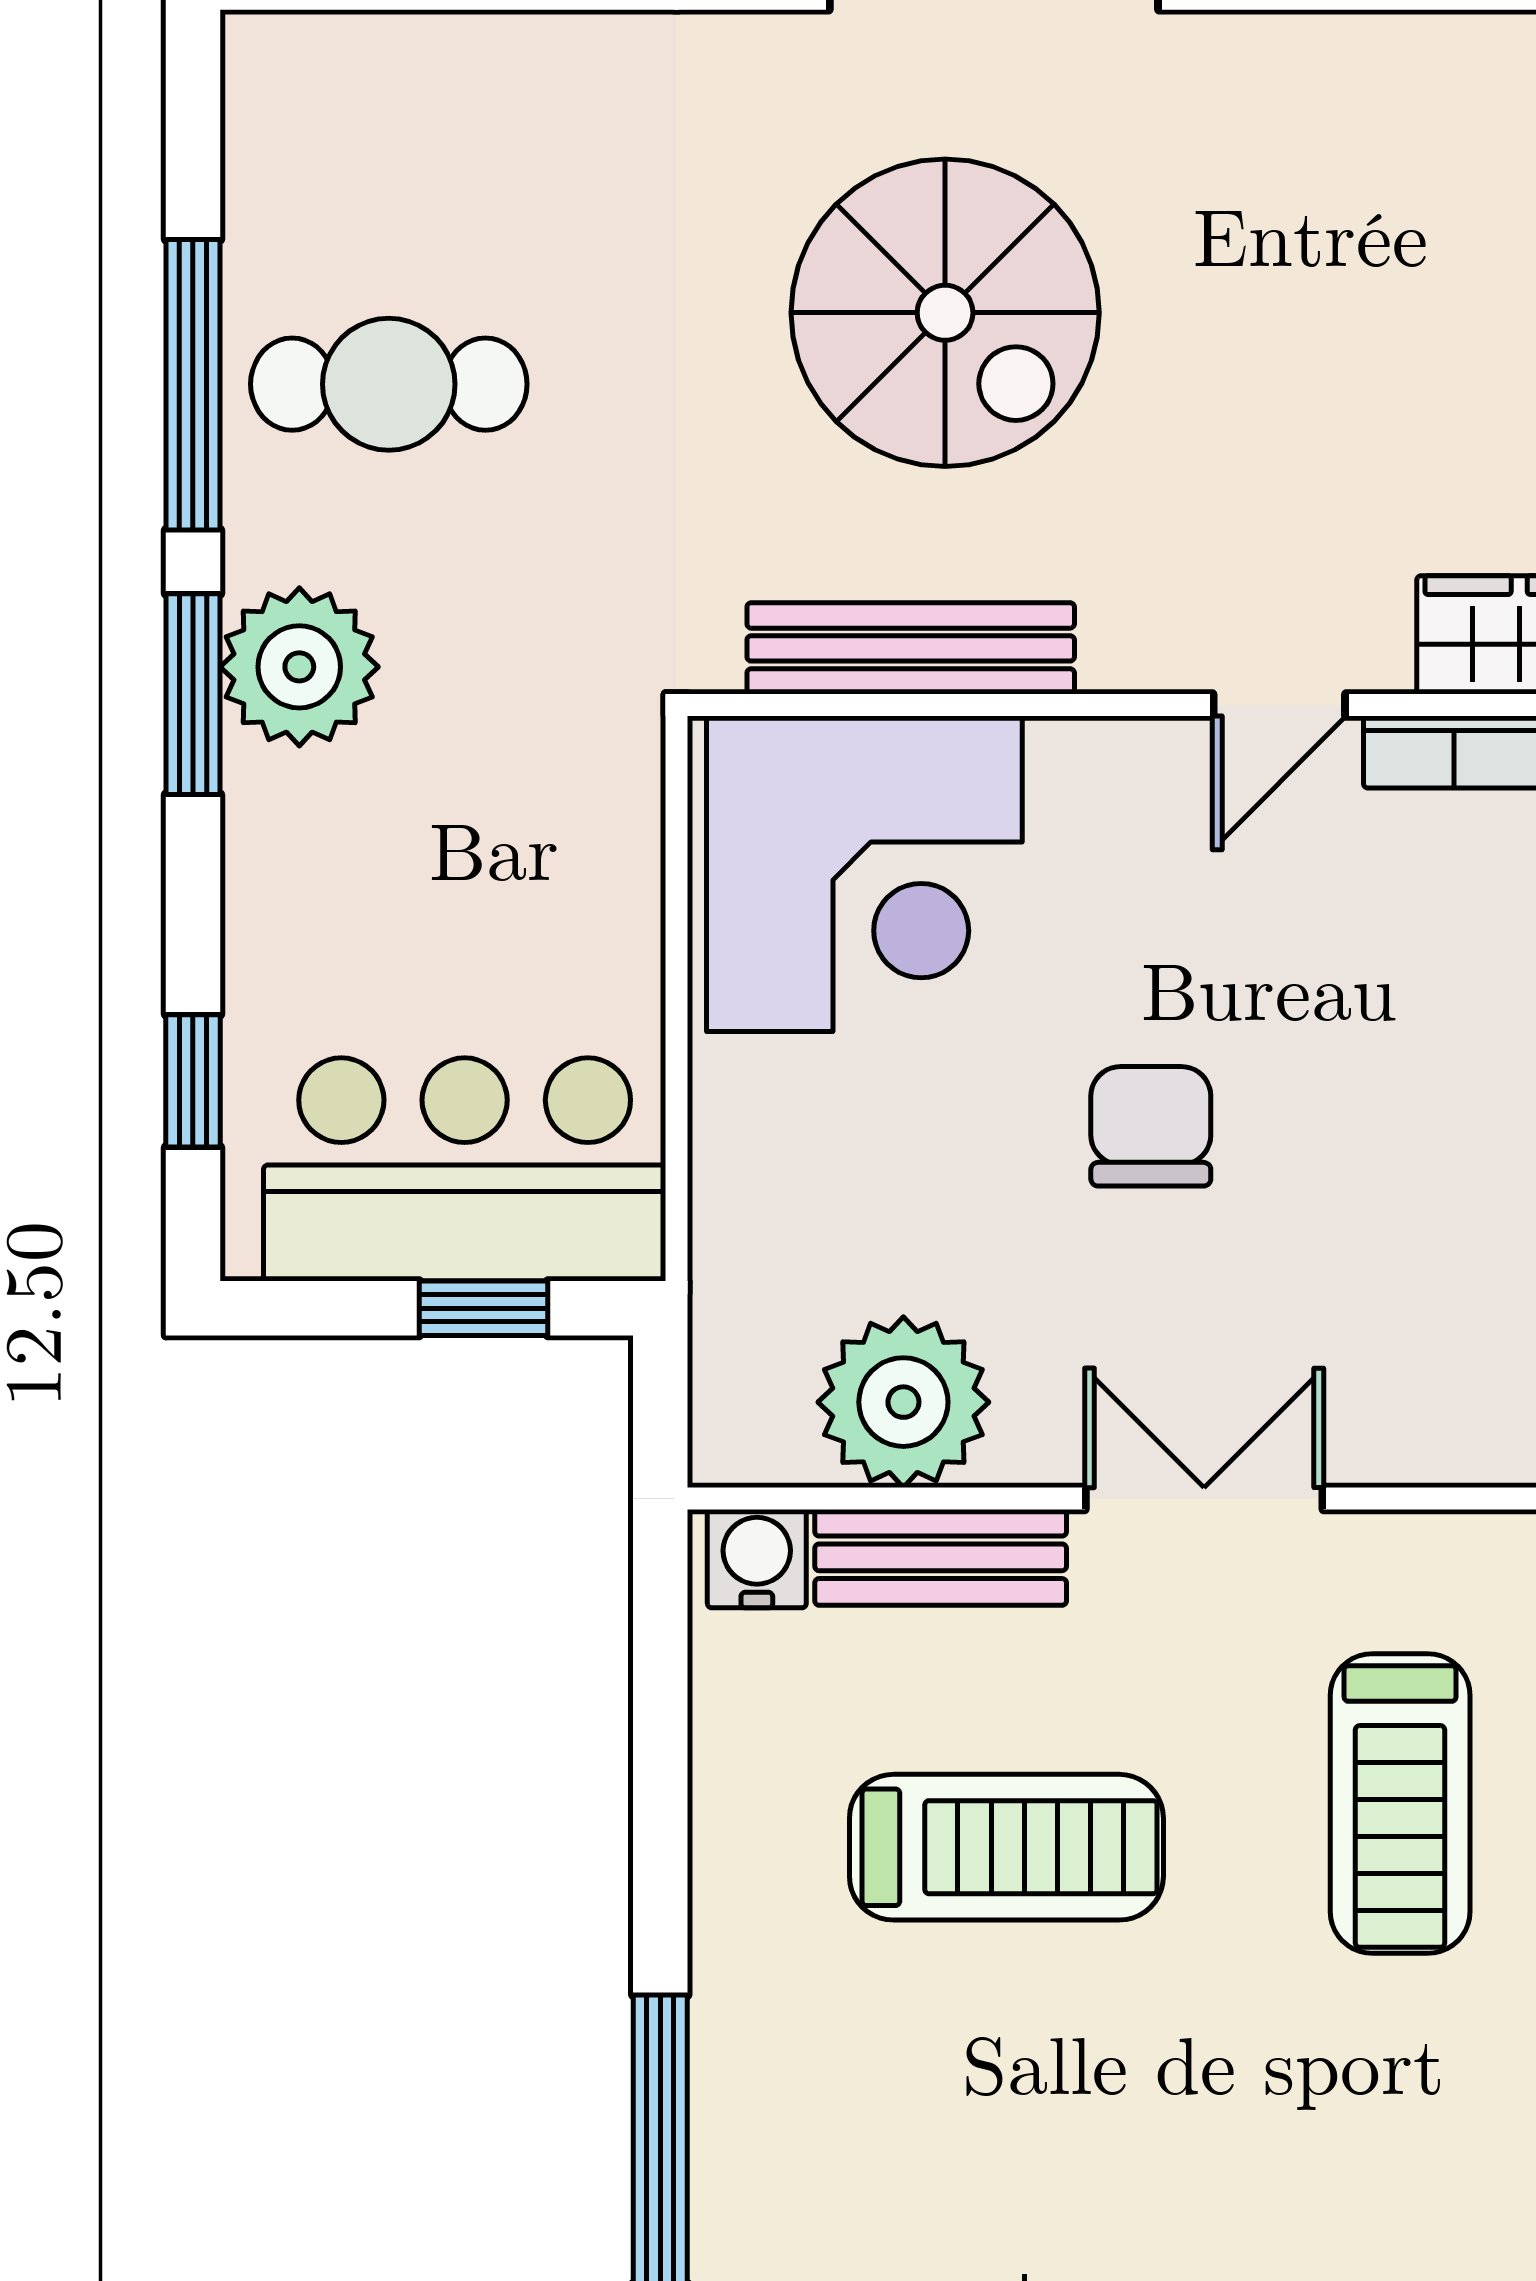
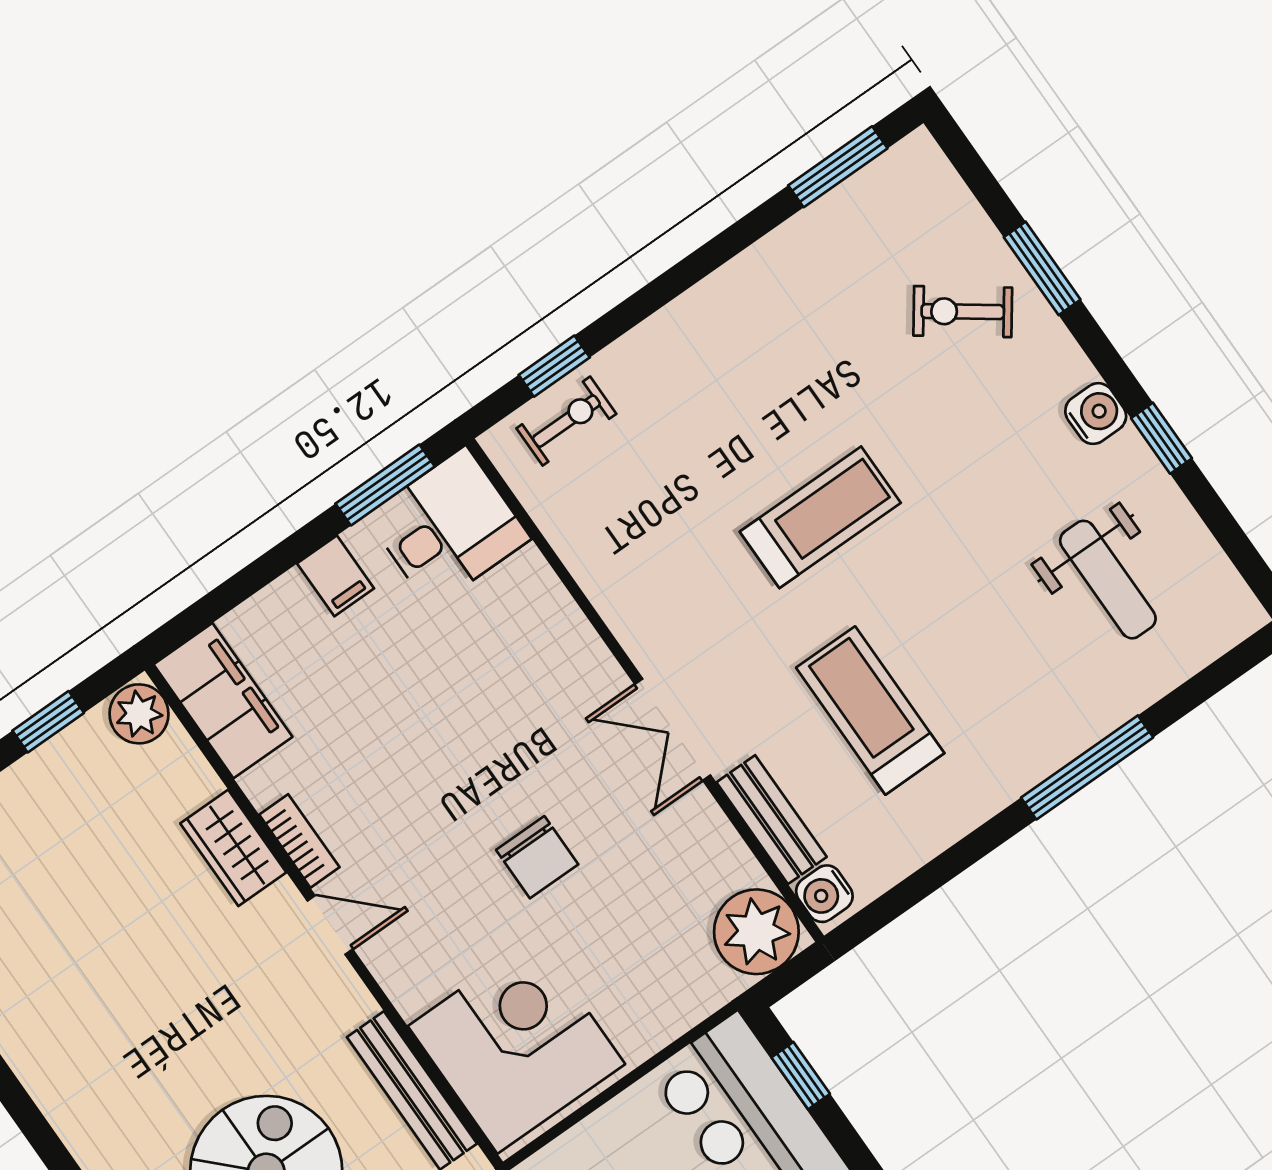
chair: (1151, 1126) -> (537, 857), turned -90
plant: (903, 1402) -> (756, 932), moved
treadmill: (1400, 1803) -> (820, 517), moved

